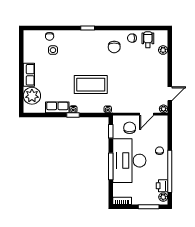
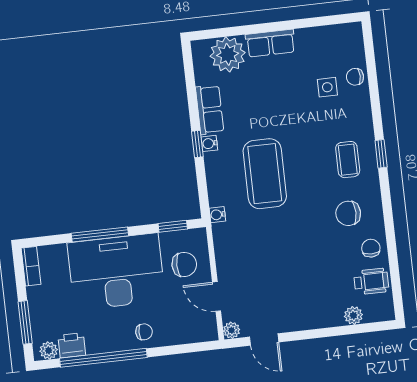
coffee table: (89, 44) -> (348, 160), added

